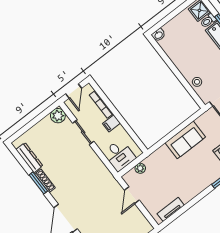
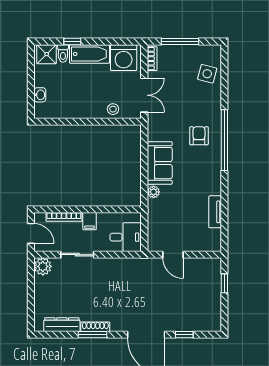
washbasin: (158, 35) -> (40, 95), moved
plant: (140, 168) -> (153, 192), moved
tv unit: (171, 209) -> (215, 212), moved

